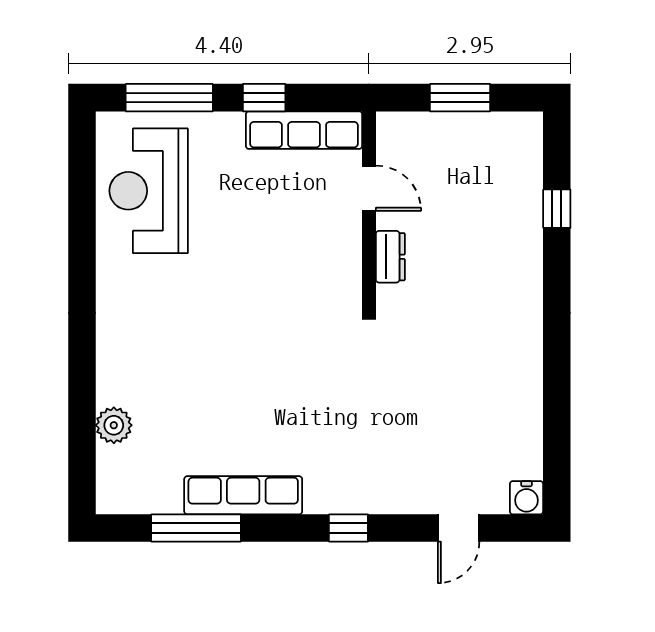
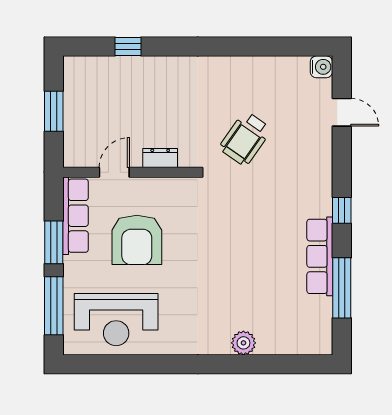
window: (264, 98) -> (54, 242), width x1.50
armchair: (268, 222) -> (137, 240), added
wheelchair: (419, 384) -> (245, 139), added
plant: (114, 425) -> (243, 343), moved
window: (348, 528) -> (342, 210), moved

